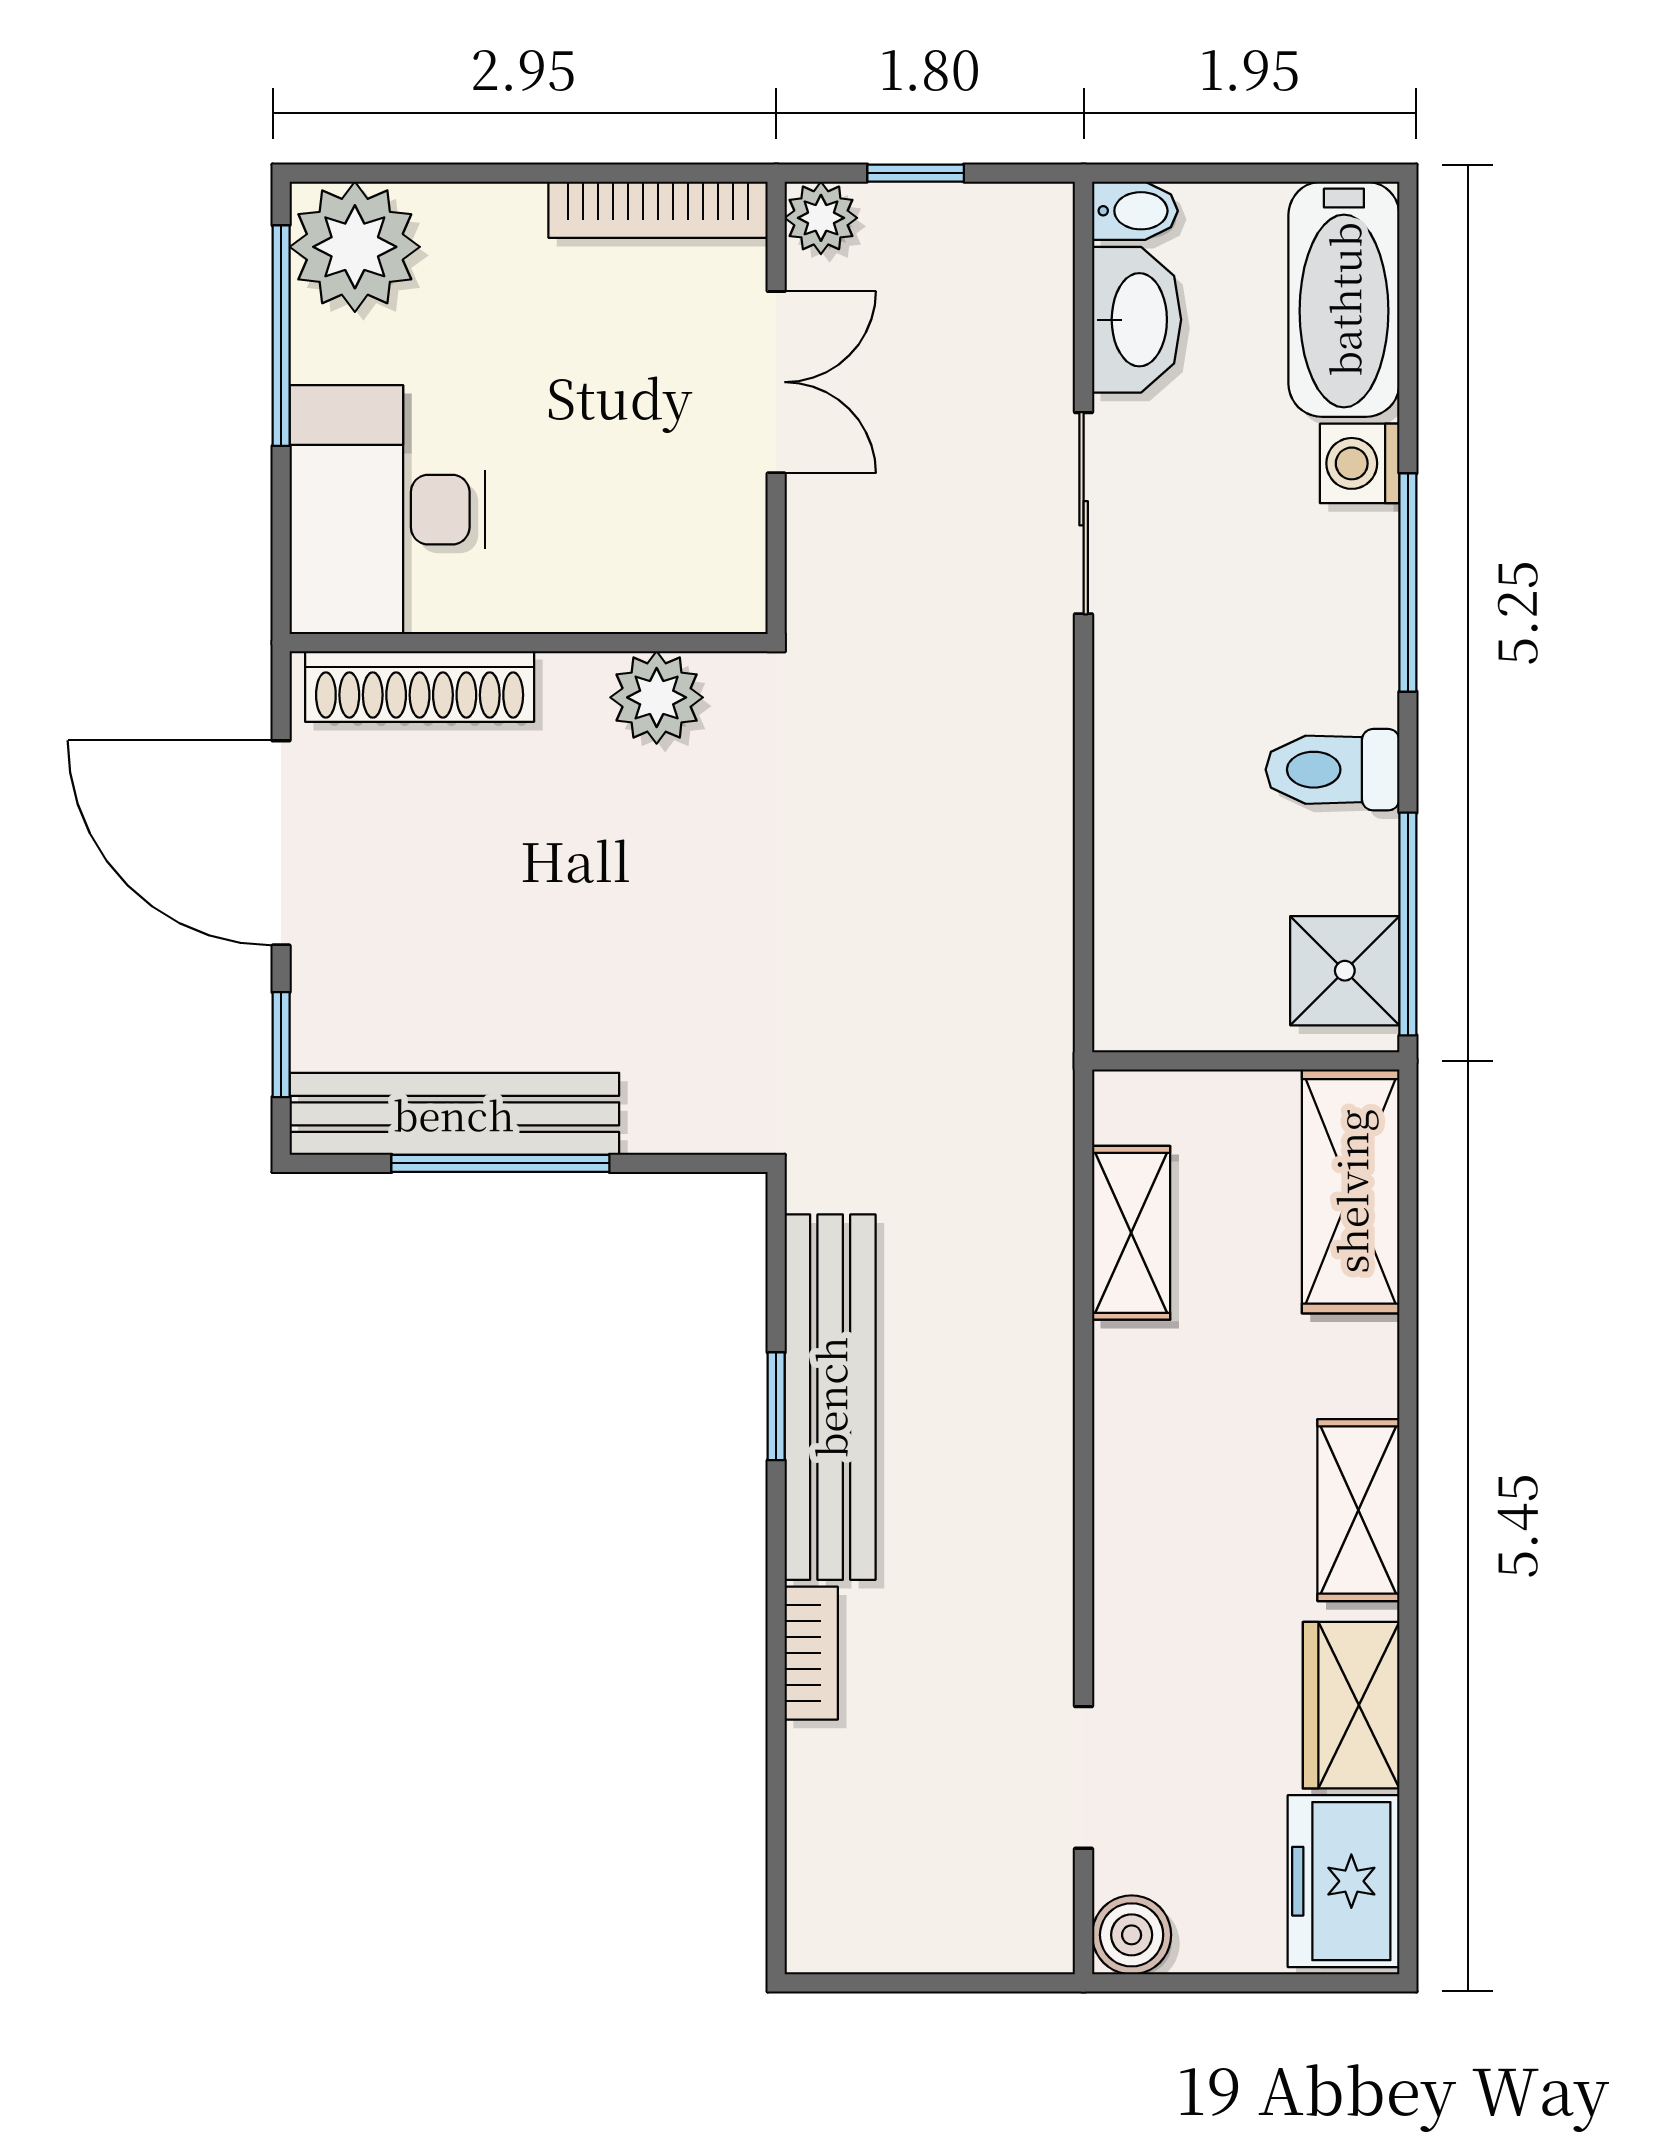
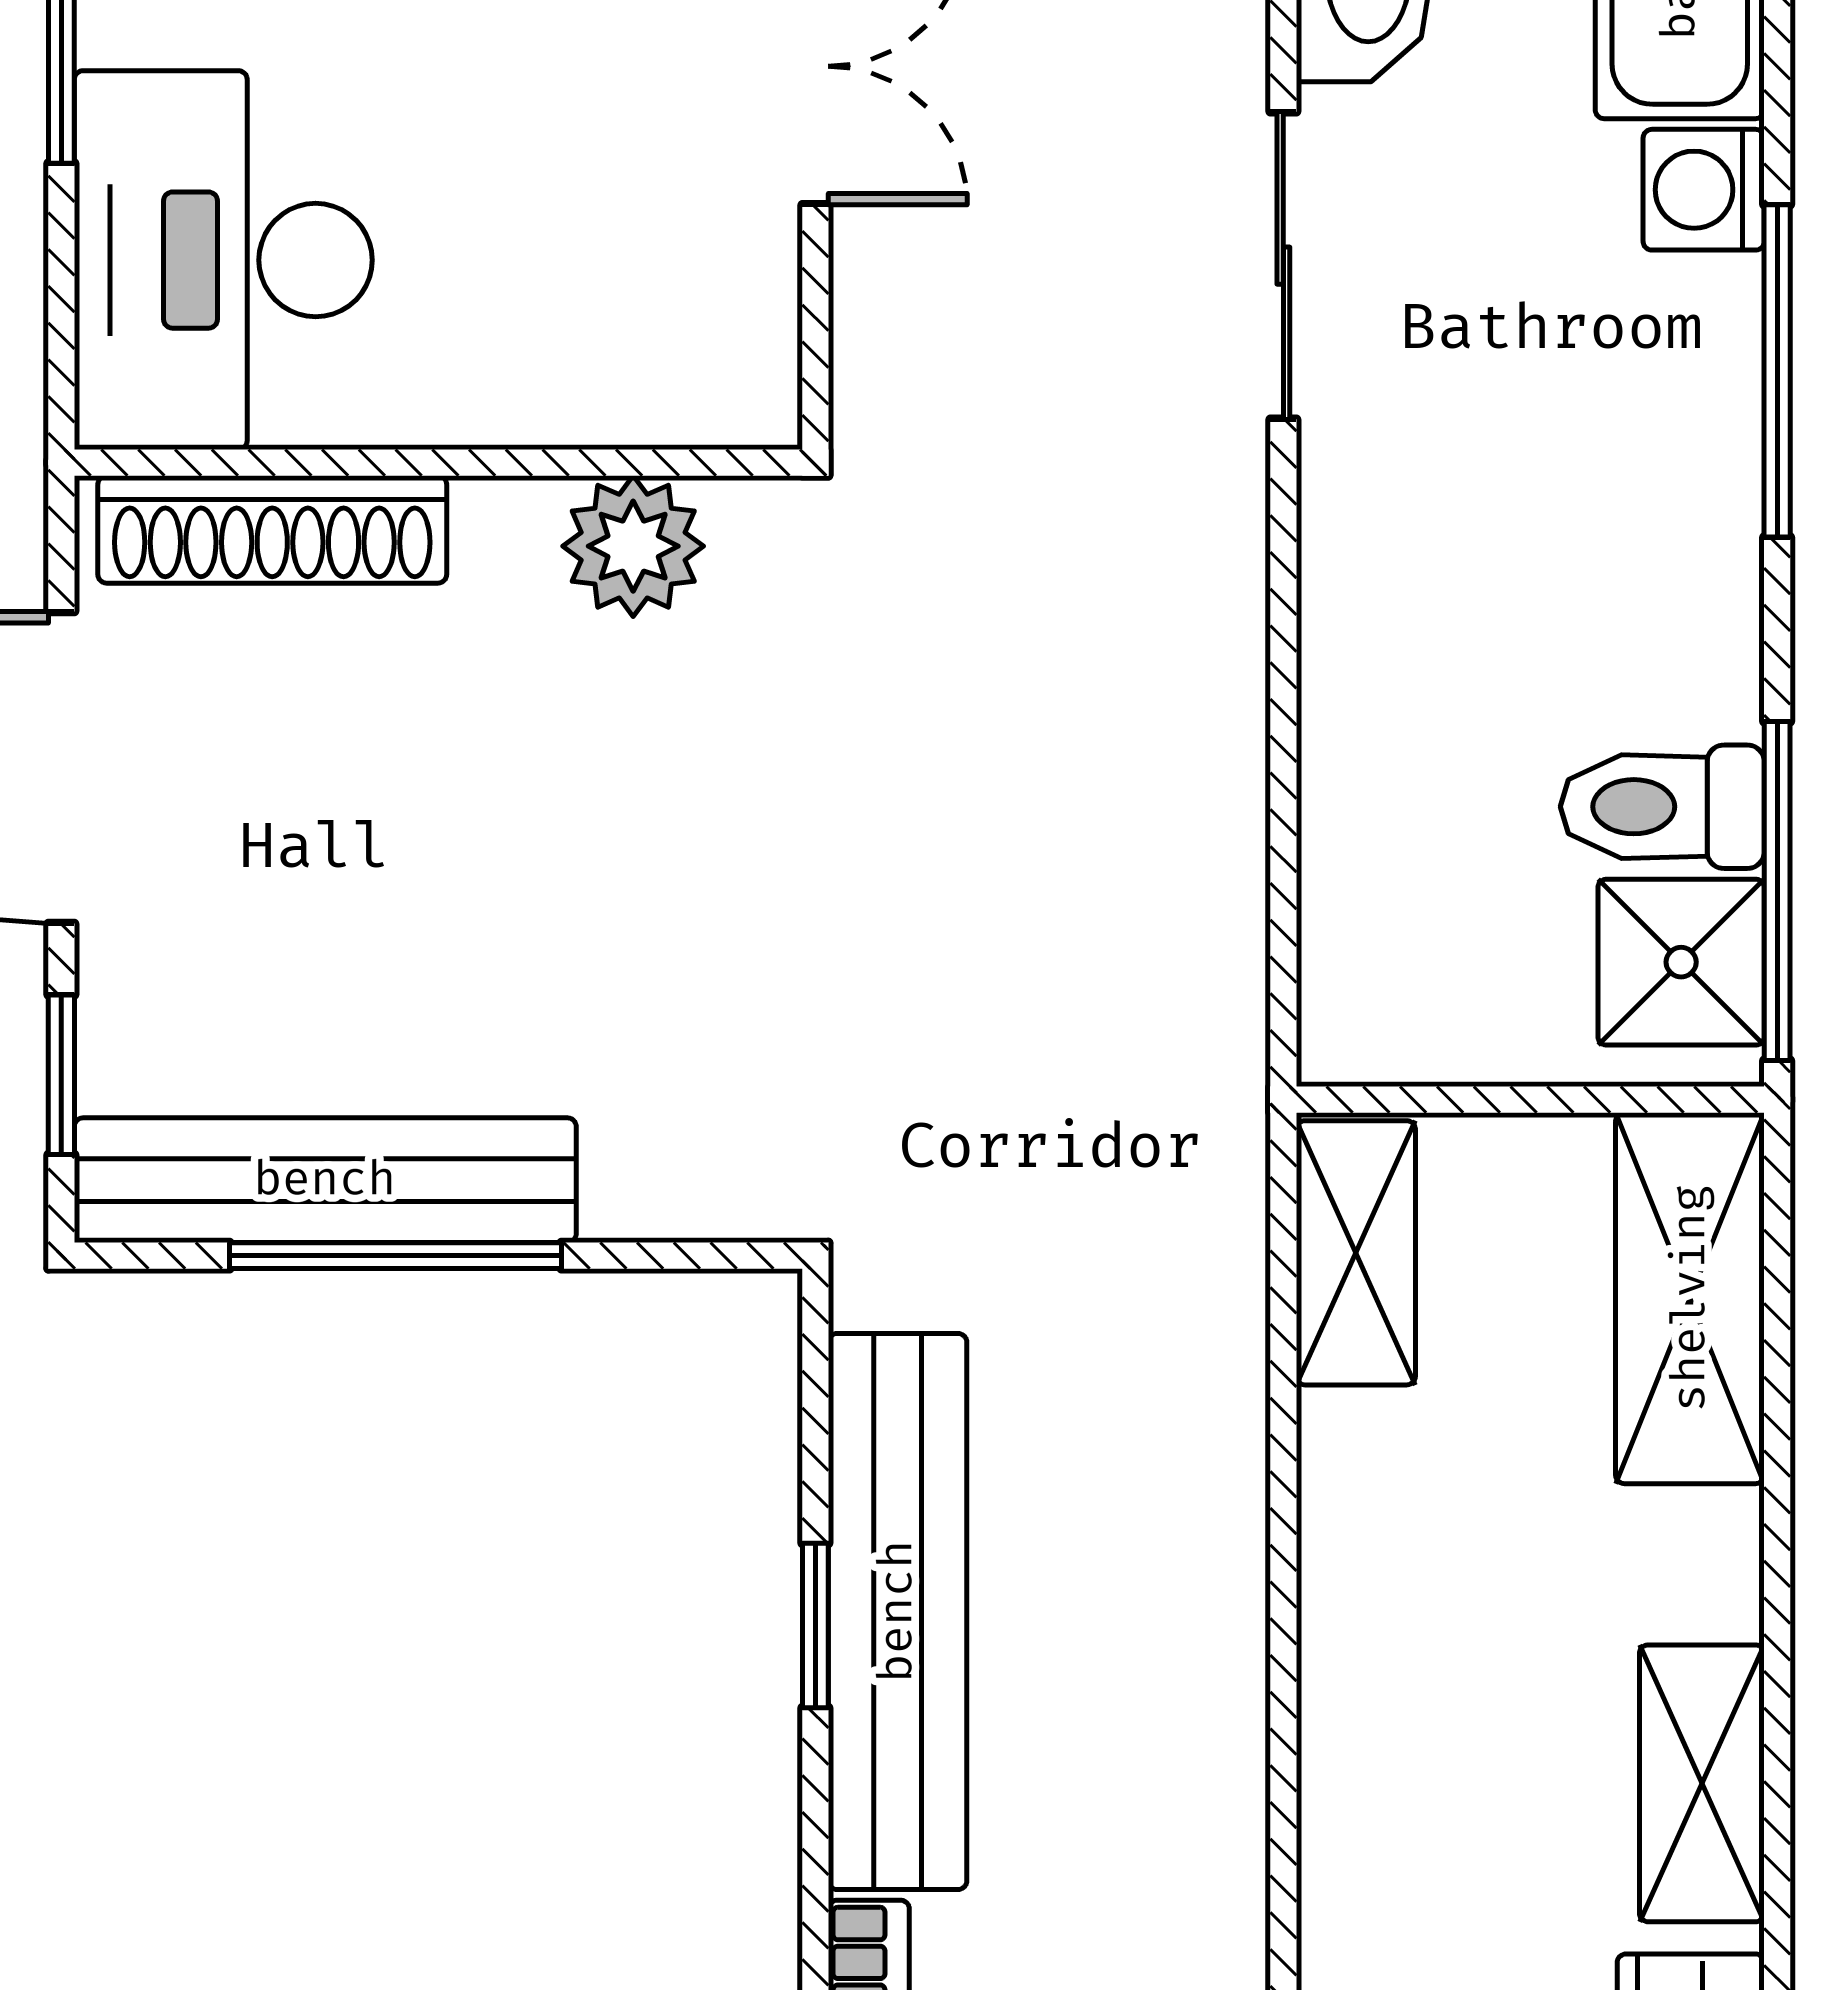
toilet: (1332, 770) -> (1662, 807), moved
shelving: (1131, 1233) -> (1356, 1253), moved

